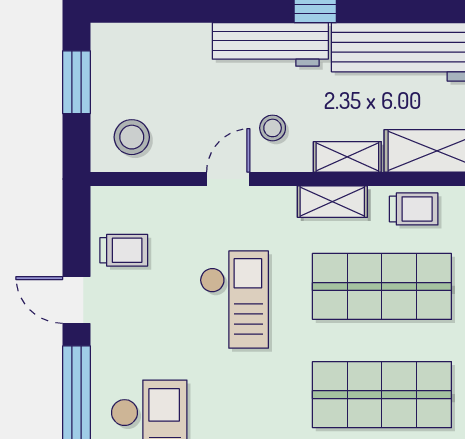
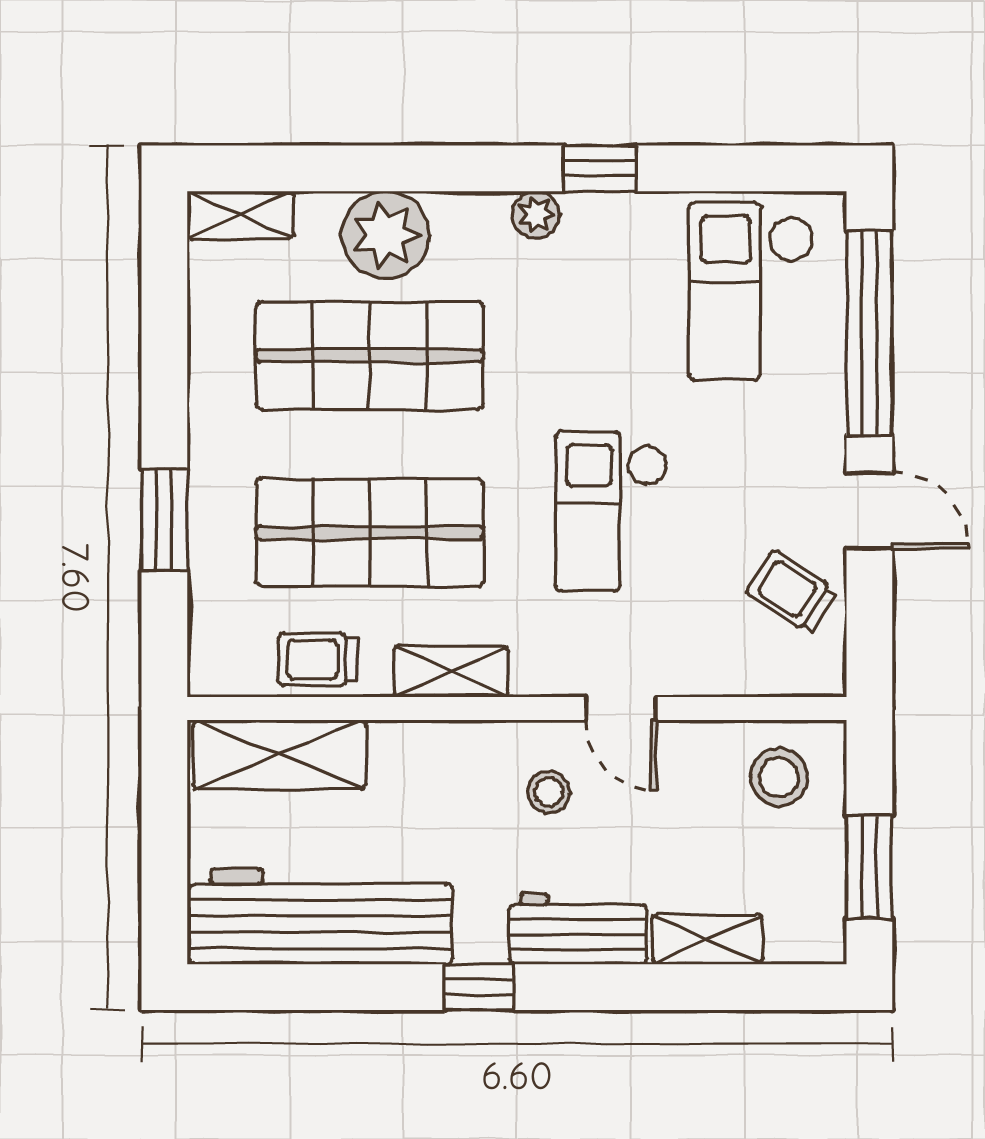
workbench: (270, 44) -> (578, 929), width x0.73
shelving: (347, 157) -> (707, 939), moved
door: (228, 179) -> (621, 708), hinge flipped
trolley: (124, 250) -> (792, 592), turned 33

